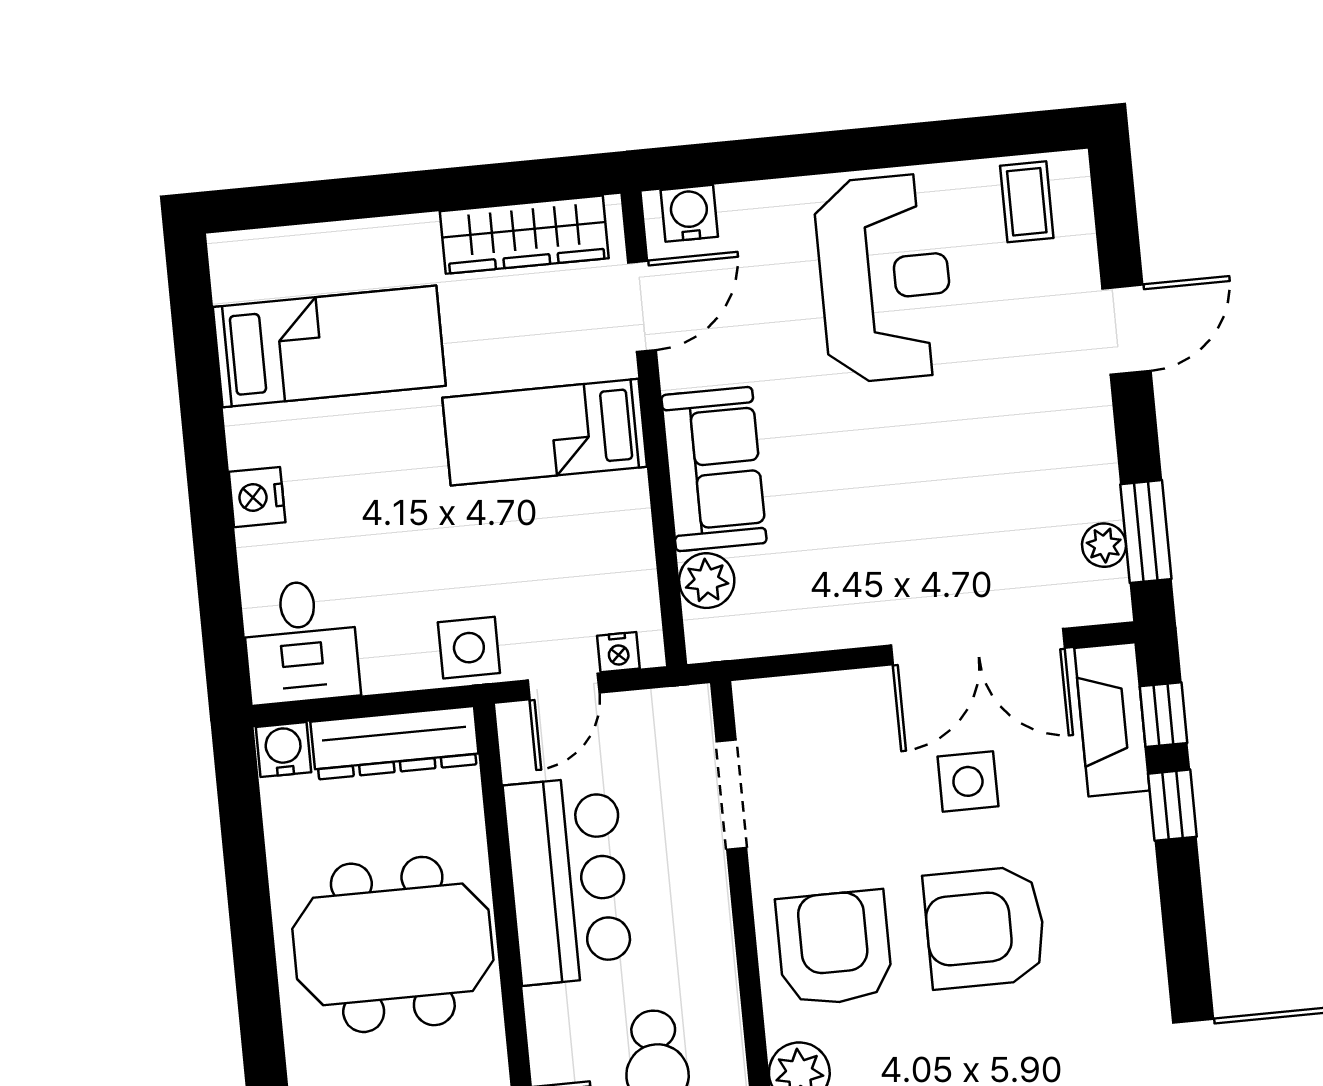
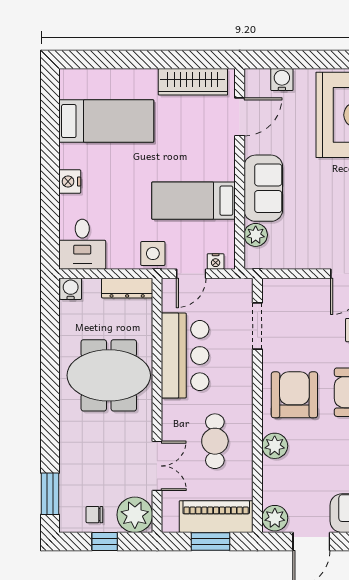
water cooler: (689, 213) -> (282, 80), moved
bed: (545, 432) -> (193, 201), moved
dresser: (395, 743) -> (127, 288), width x0.73, depth x0.80

